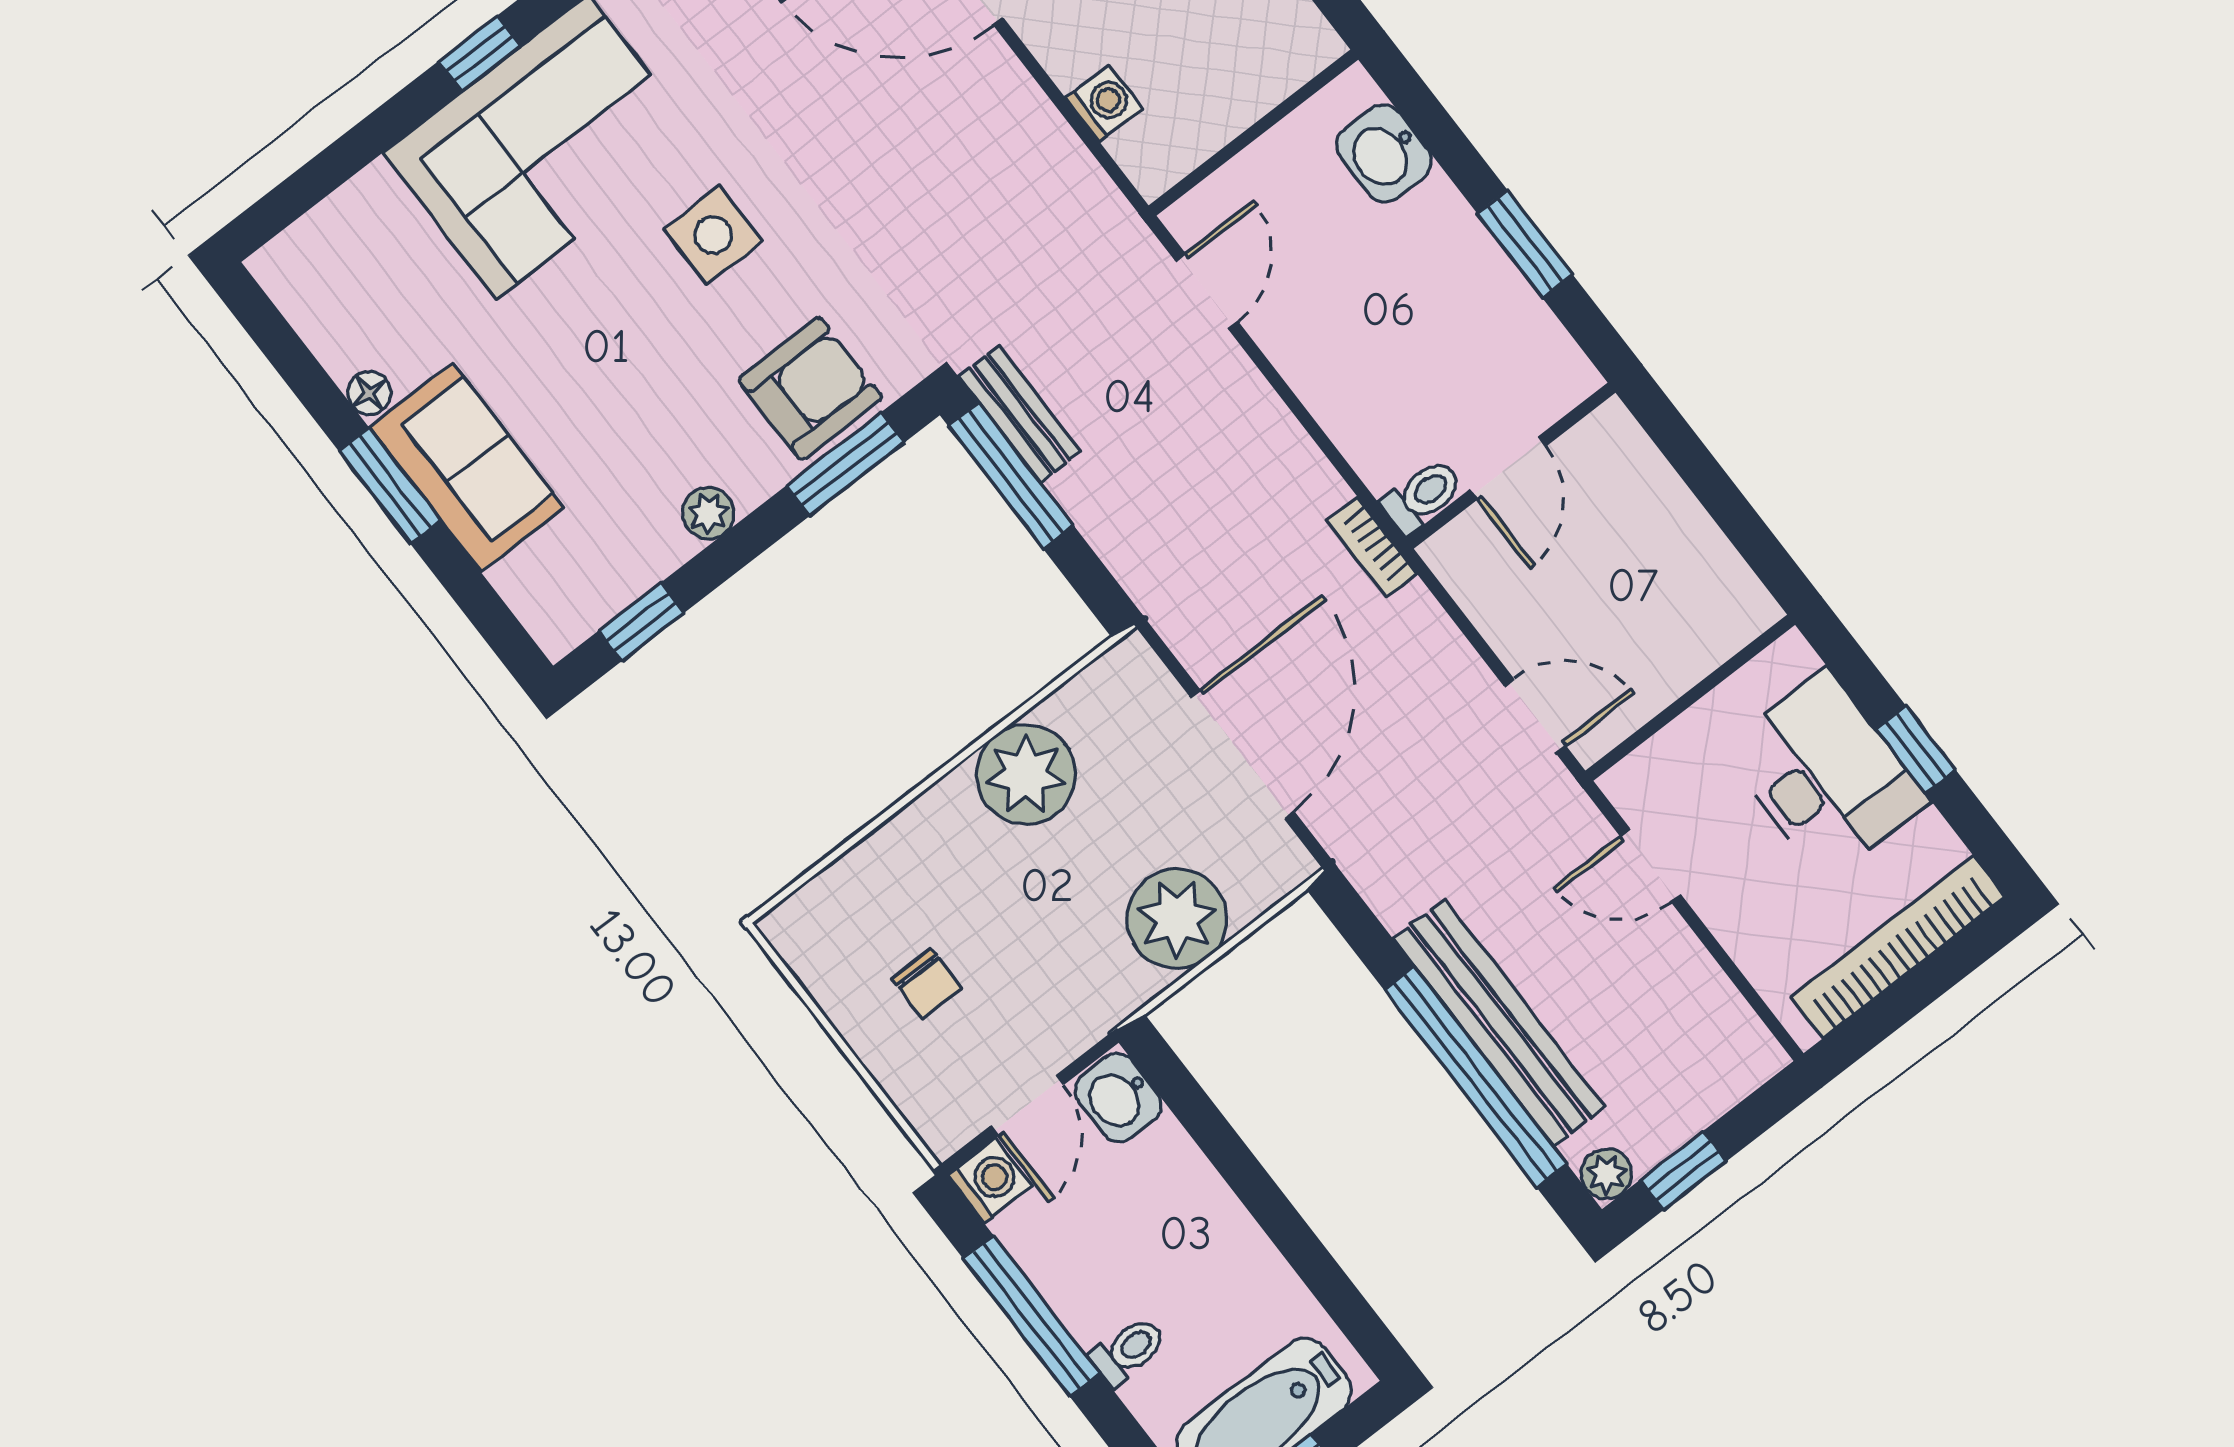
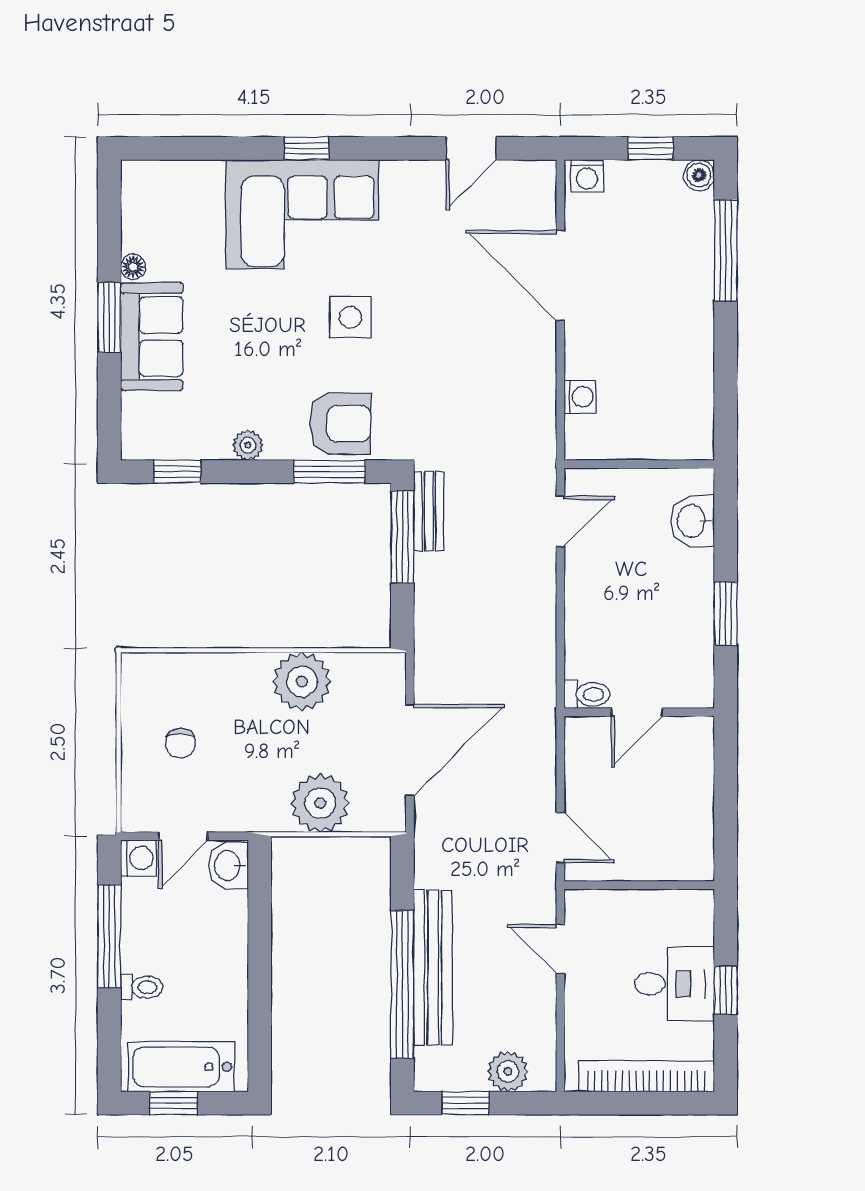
bookcase: (1372, 547) -> (545, 700), removed
desk: (1826, 775) -> (674, 984), width x0.73
plant: (1606, 1174) -> (508, 1071), moved, width x1.38, depth x1.38

